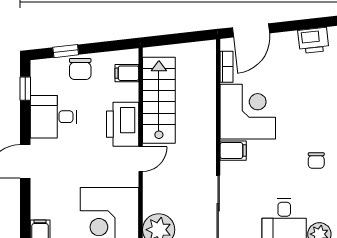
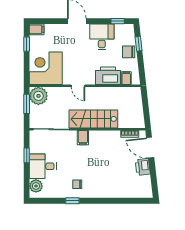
printer: (313, 40) -> (143, 167), moved
stairs: (159, 100) -> (93, 119), moved, turned 180
corner desk: (248, 112) -> (105, 146), removed
printer: (123, 124) -> (108, 76), moved

